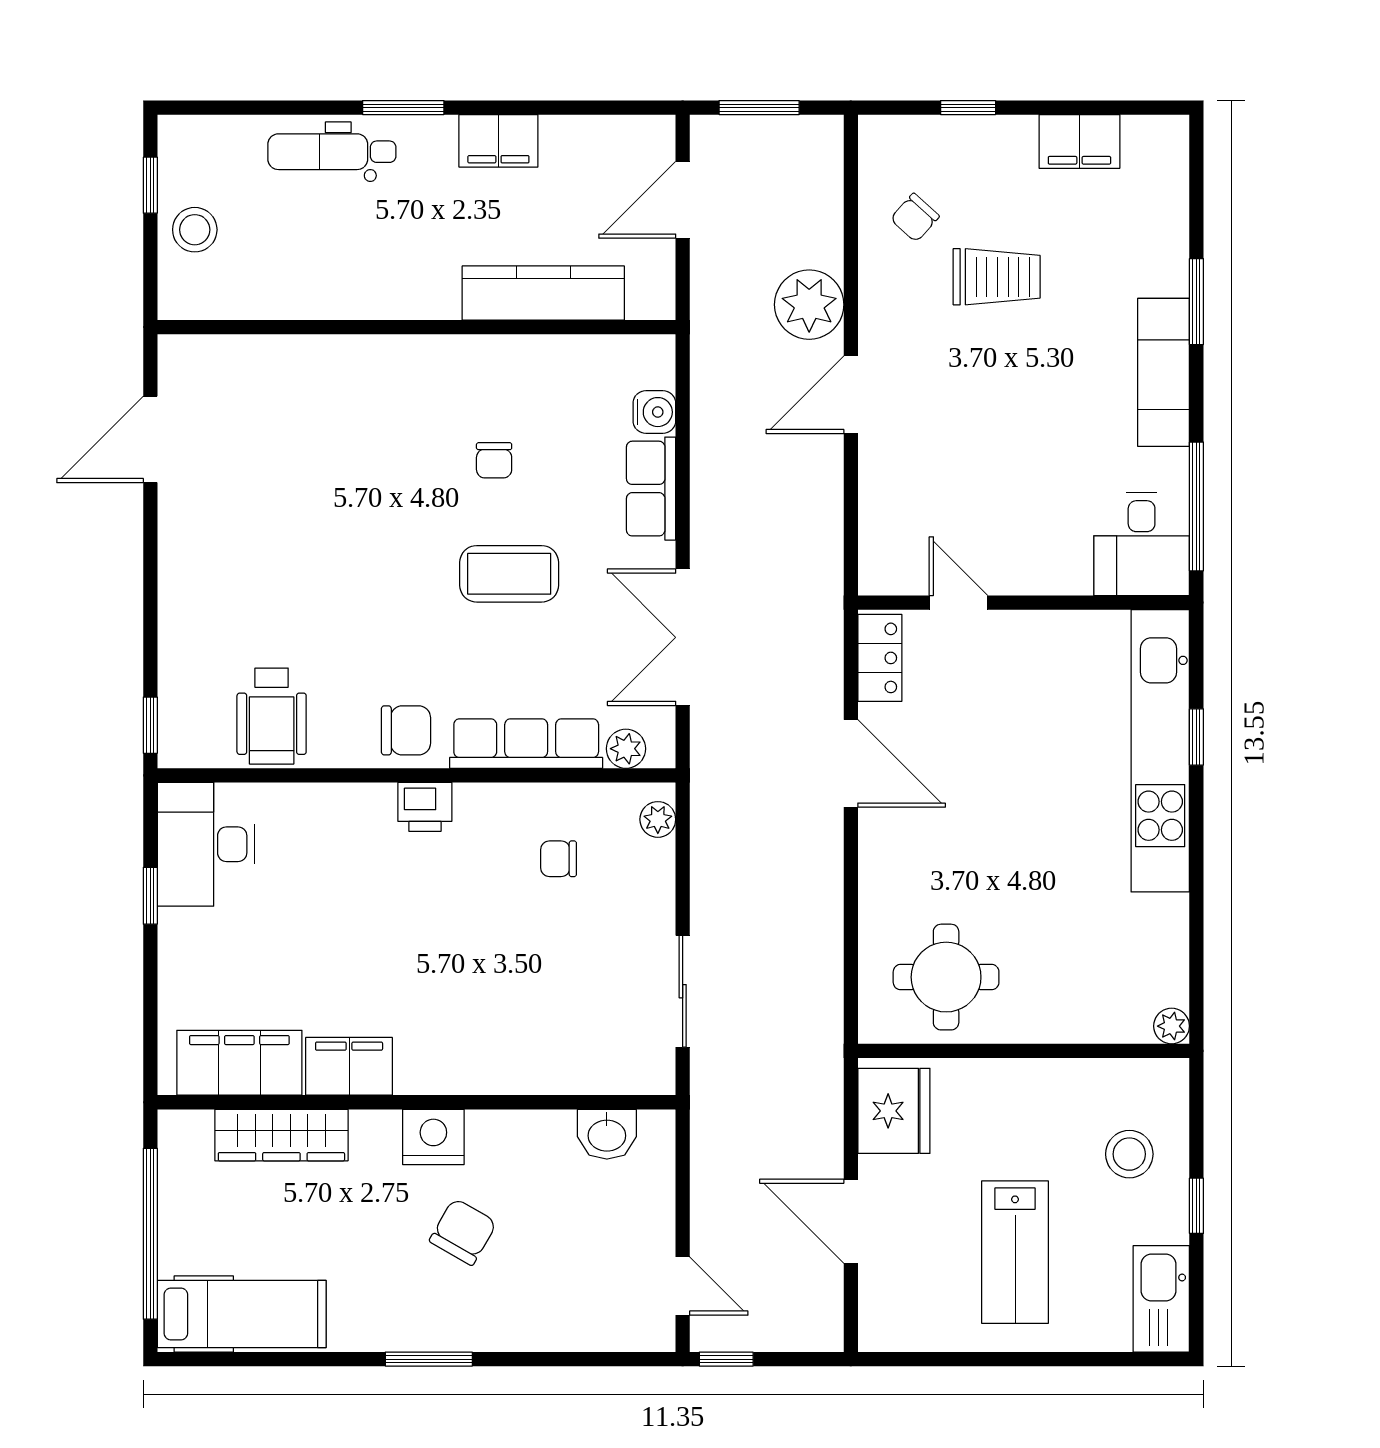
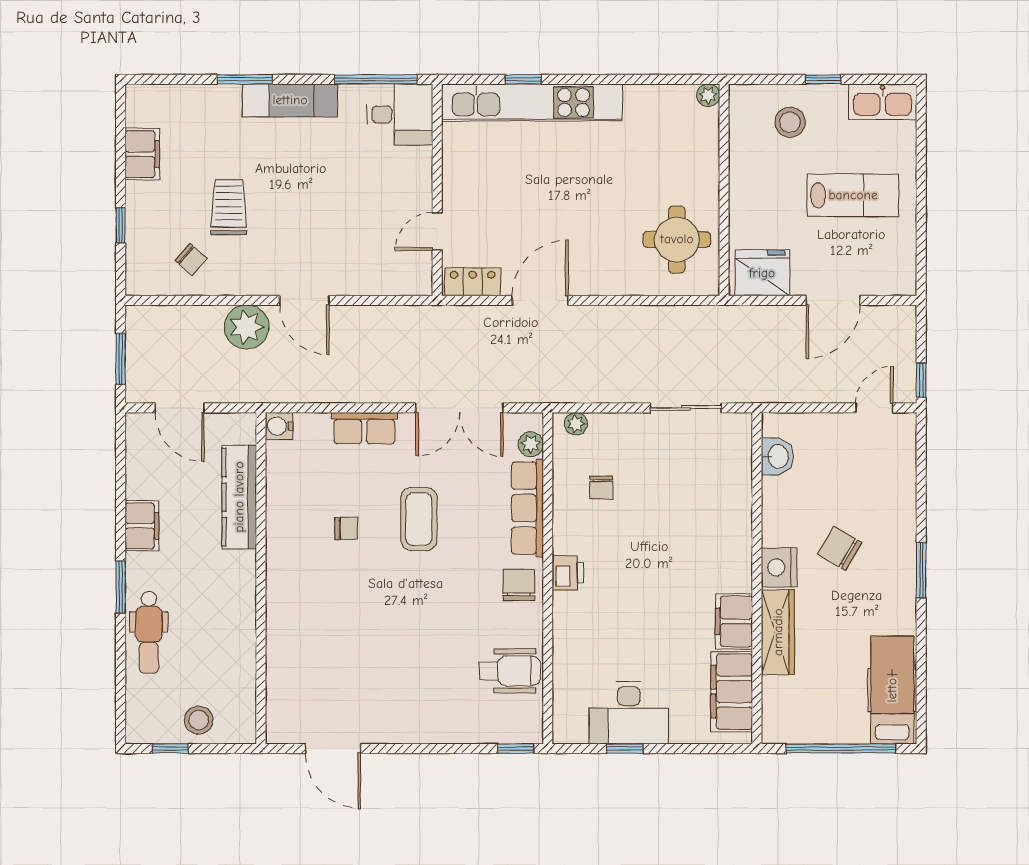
water cooler: (654, 412) -> (279, 426), moved, turned -90
desk: (206, 844) -> (629, 713), moved
wardrobe: (281, 1135) -> (778, 632), moved

